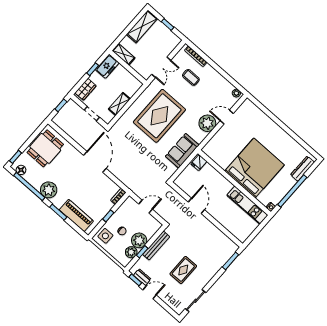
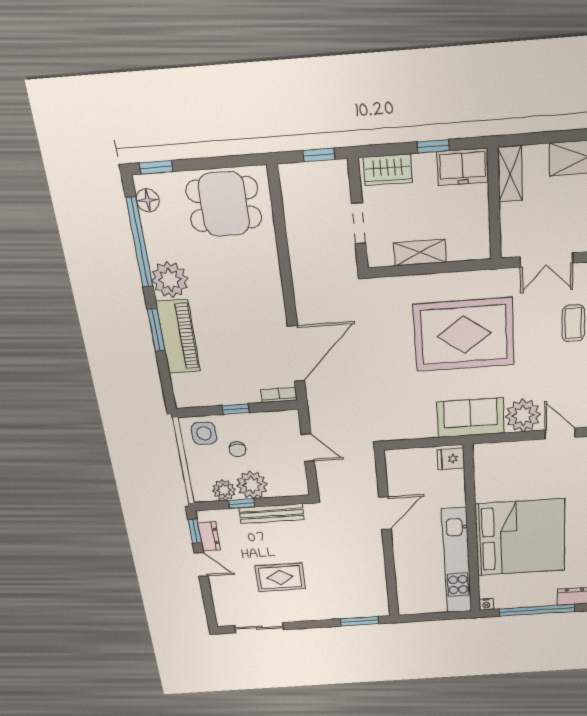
sofa: (182, 151) -> (471, 418), moved
door: (95, 162) -> (296, 354), moved
kitchen unit: (247, 205) -> (457, 561), width x1.36
piano: (76, 215) -> (178, 337), moved

